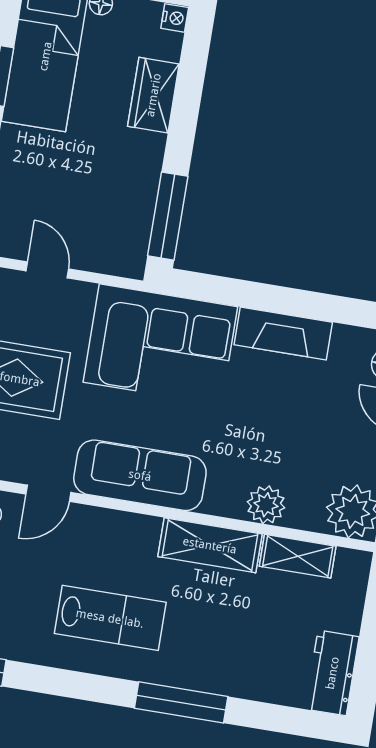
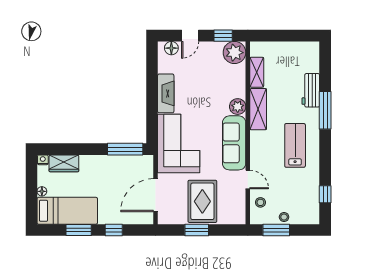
wardrobe: (153, 95) -> (64, 163), moved
door: (47, 270) -> (156, 195), width x1.88
plant: (266, 505) -> (238, 107), moved
workbench: (332, 673) -> (311, 90), moved, turned 90

